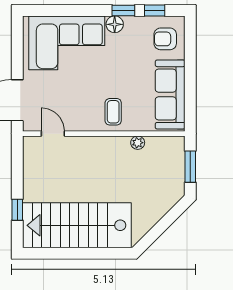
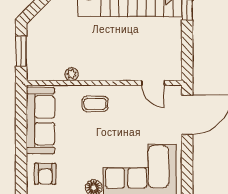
armchair: (165, 39) -> (45, 174), turned 90
coffee table: (113, 112) -> (95, 104), turned 90

